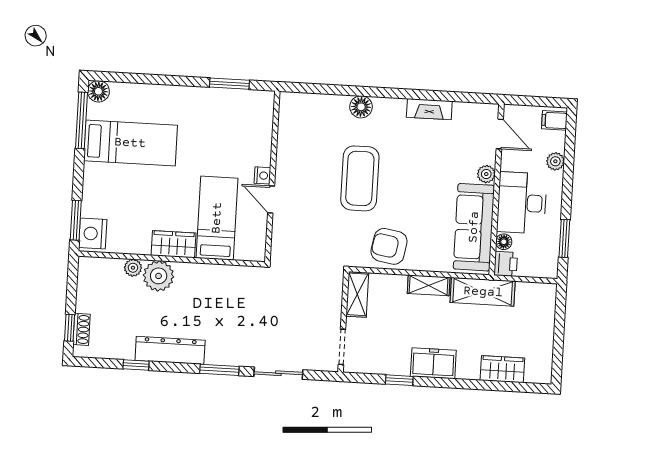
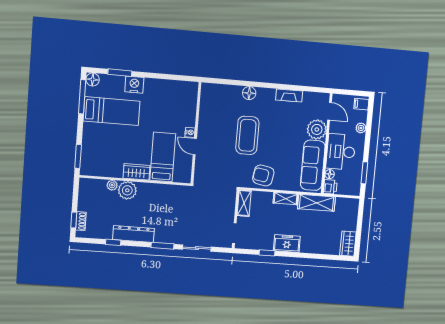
window: (229, 84) -> (120, 73), moved
plant: (486, 174) -> (317, 129), width x1.88, depth x1.88
nightstand: (93, 234) -> (134, 85), moved, turned 90
wardrobe: (502, 369) -> (348, 244), moved, turned -90

